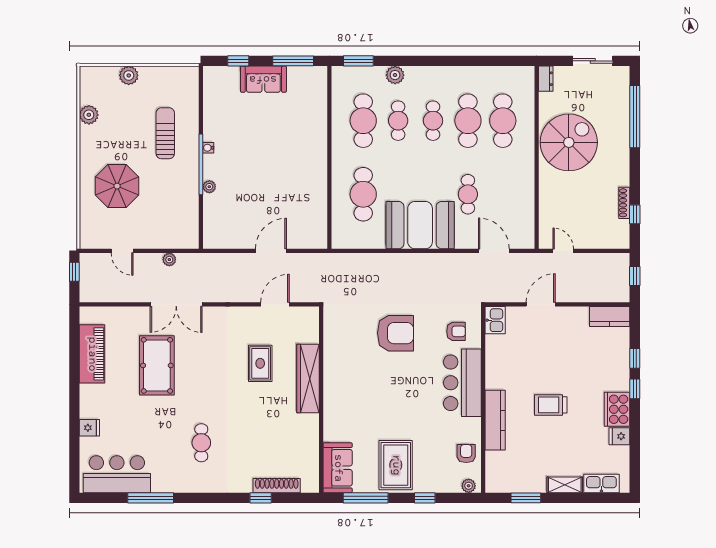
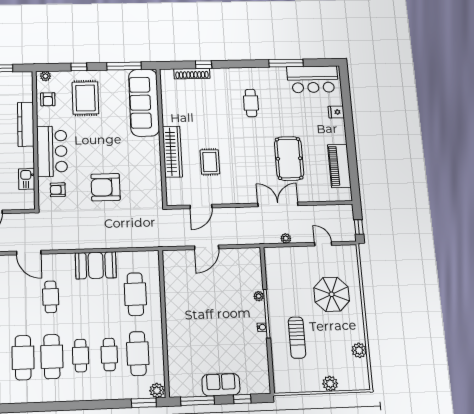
plant: (395, 75) -> (157, 391), moved
booth: (420, 225) -> (96, 265), width x0.73, depth x0.70
kitchen sink: (495, 320) -> (27, 179), moved
rug: (396, 465) -> (85, 98), moved
sofa: (338, 468) -> (144, 103), width x1.85, depth x1.27

